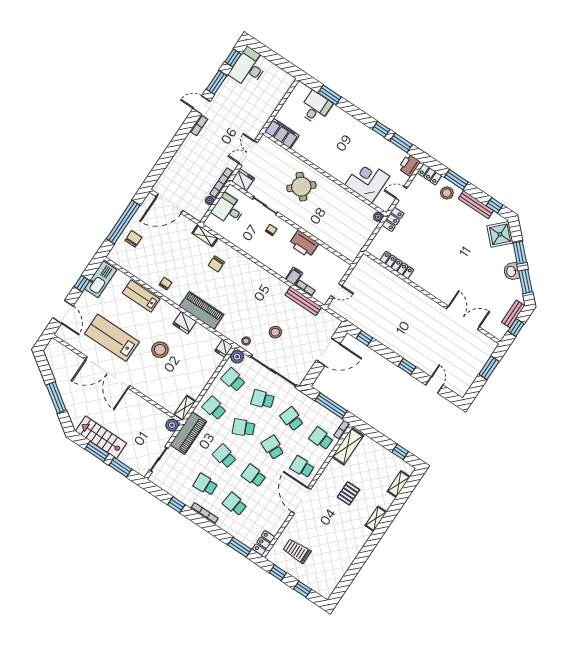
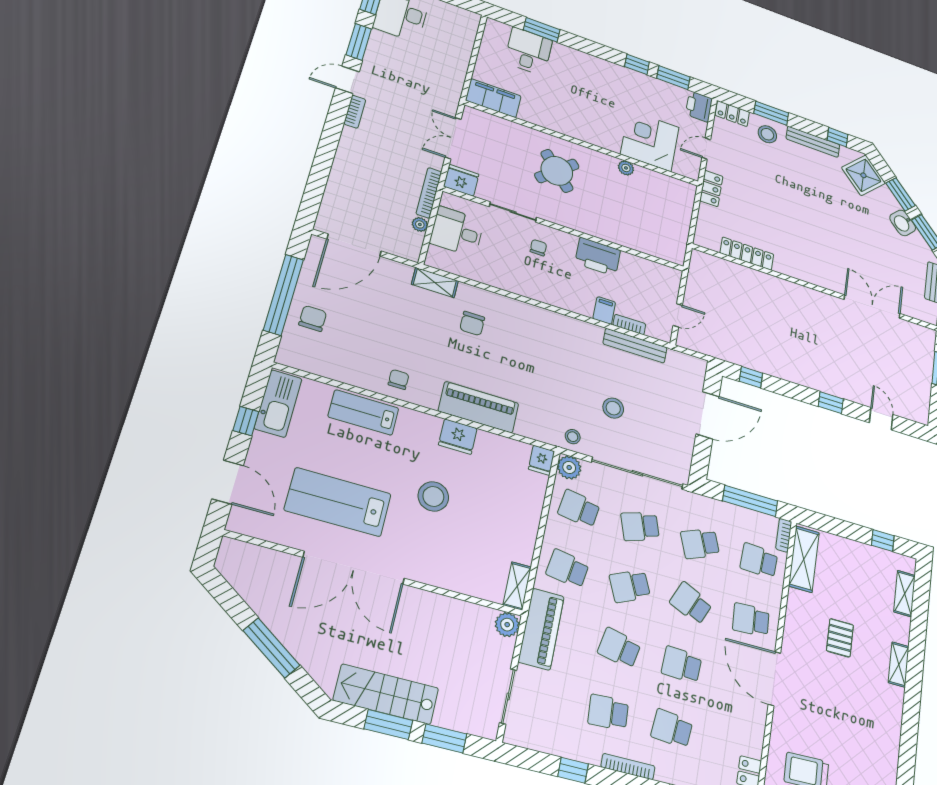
plant: (378, 217) -> (626, 168), moved
school desk: (292, 419) -> (700, 544), turned -39

